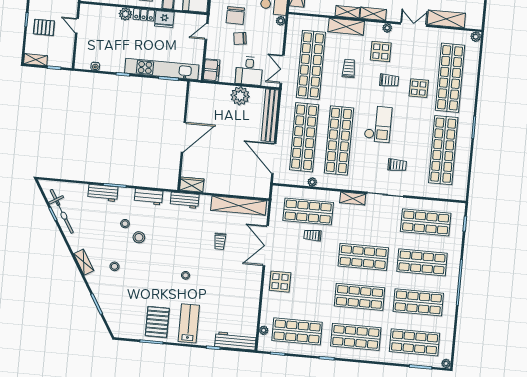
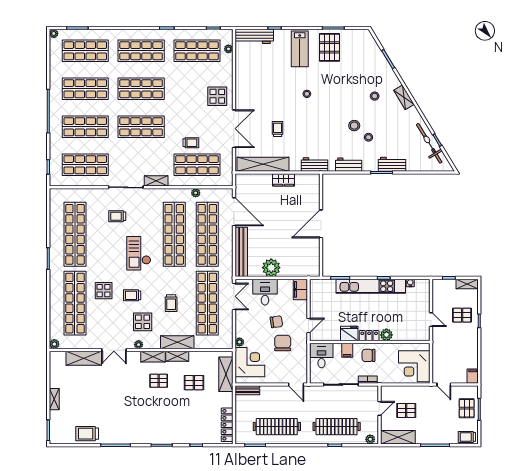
kitchen unit: (162, 69) -> (371, 286), moved
wardrobe: (192, 185) -> (283, 180), moved

